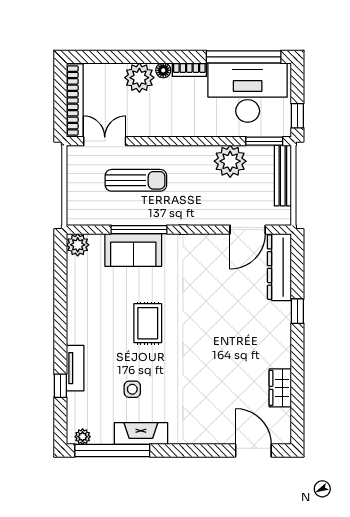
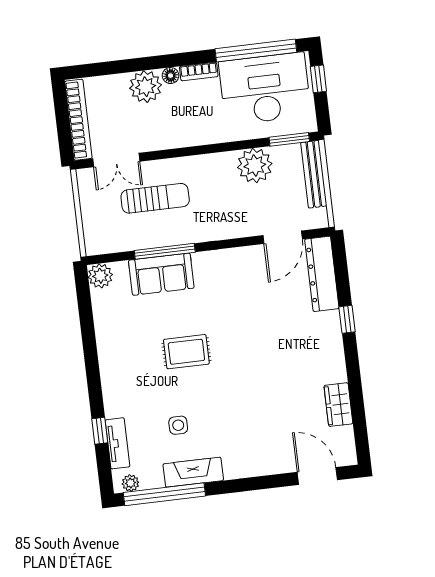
window: (297, 116) -> (318, 79), moved
double door: (105, 141) -> (116, 160), swing flipped
rug: (148, 323) -> (186, 352), turned 90
tv unit: (75, 368) -> (117, 443), moved

